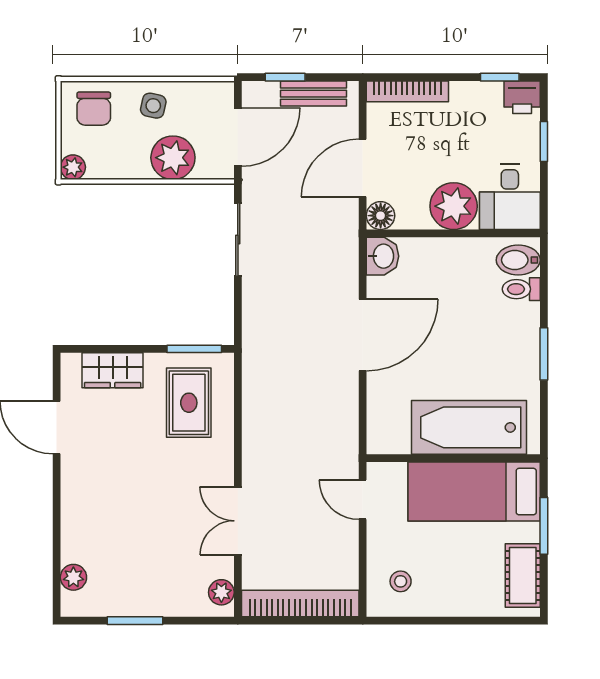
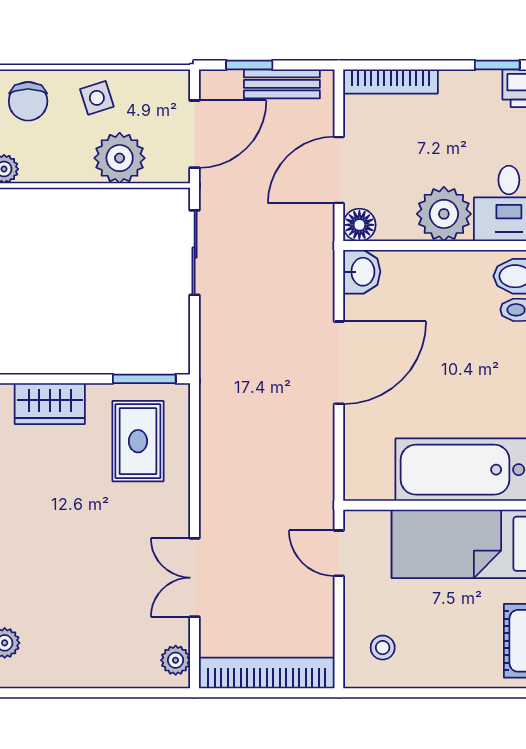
side table: (153, 106) -> (97, 98), turned -30
window: (135, 621) -> (76, 693), removed

